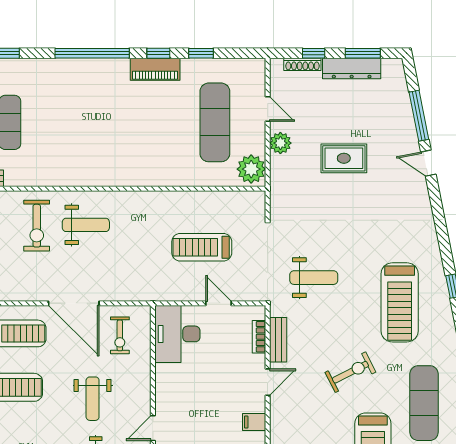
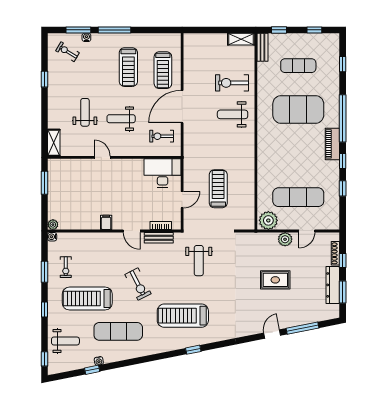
piano: (155, 69) -> (332, 144), moved
exercise mat: (78, 122) -> (298, 109), added
rug: (344, 158) -> (275, 280), turned 90
weight bench: (86, 225) -> (233, 114), turned 90

